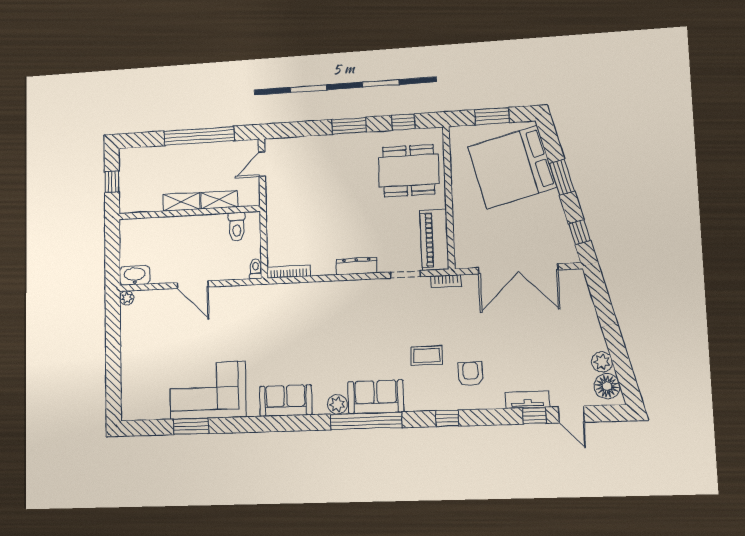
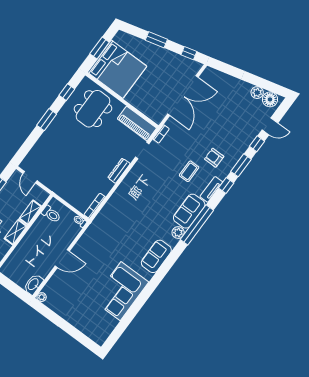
bed: (512, 167) -> (117, 69), moved, turned -76
tv unit: (527, 400) -> (211, 189), moved
window: (191, 426) -> (241, 165), moved

